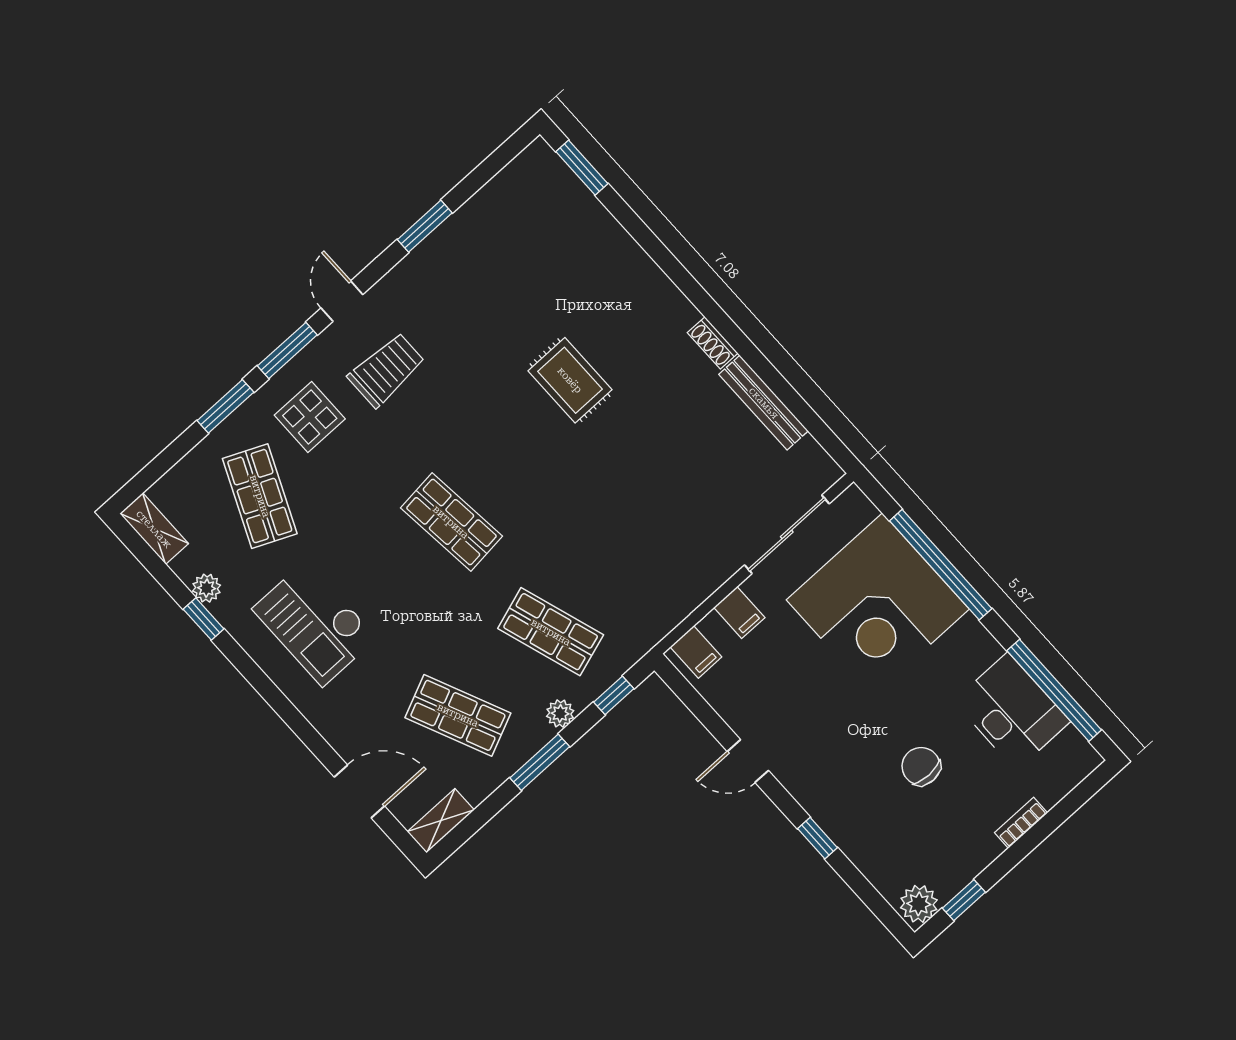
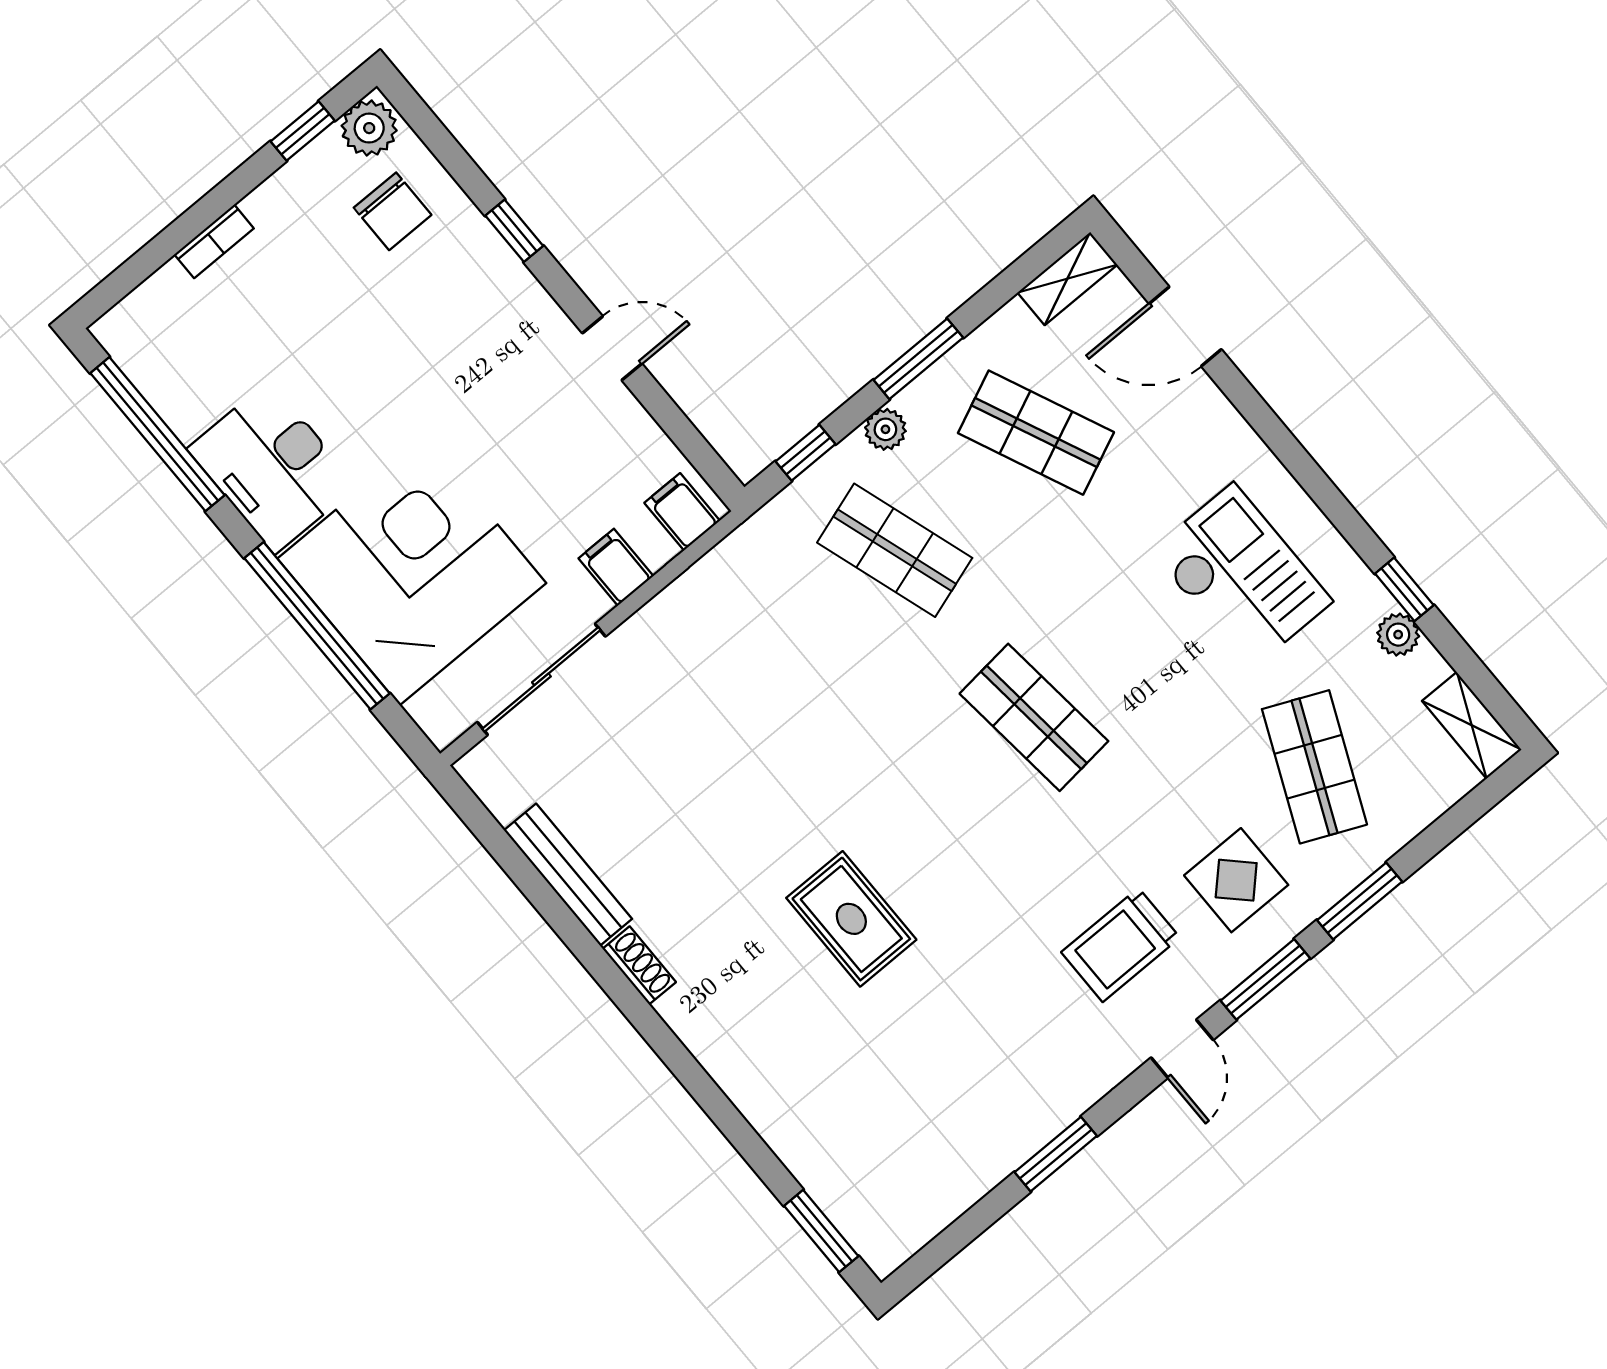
desk: (1012, 711) -> (272, 467), moved
chair: (921, 766) -> (393, 211), moved

